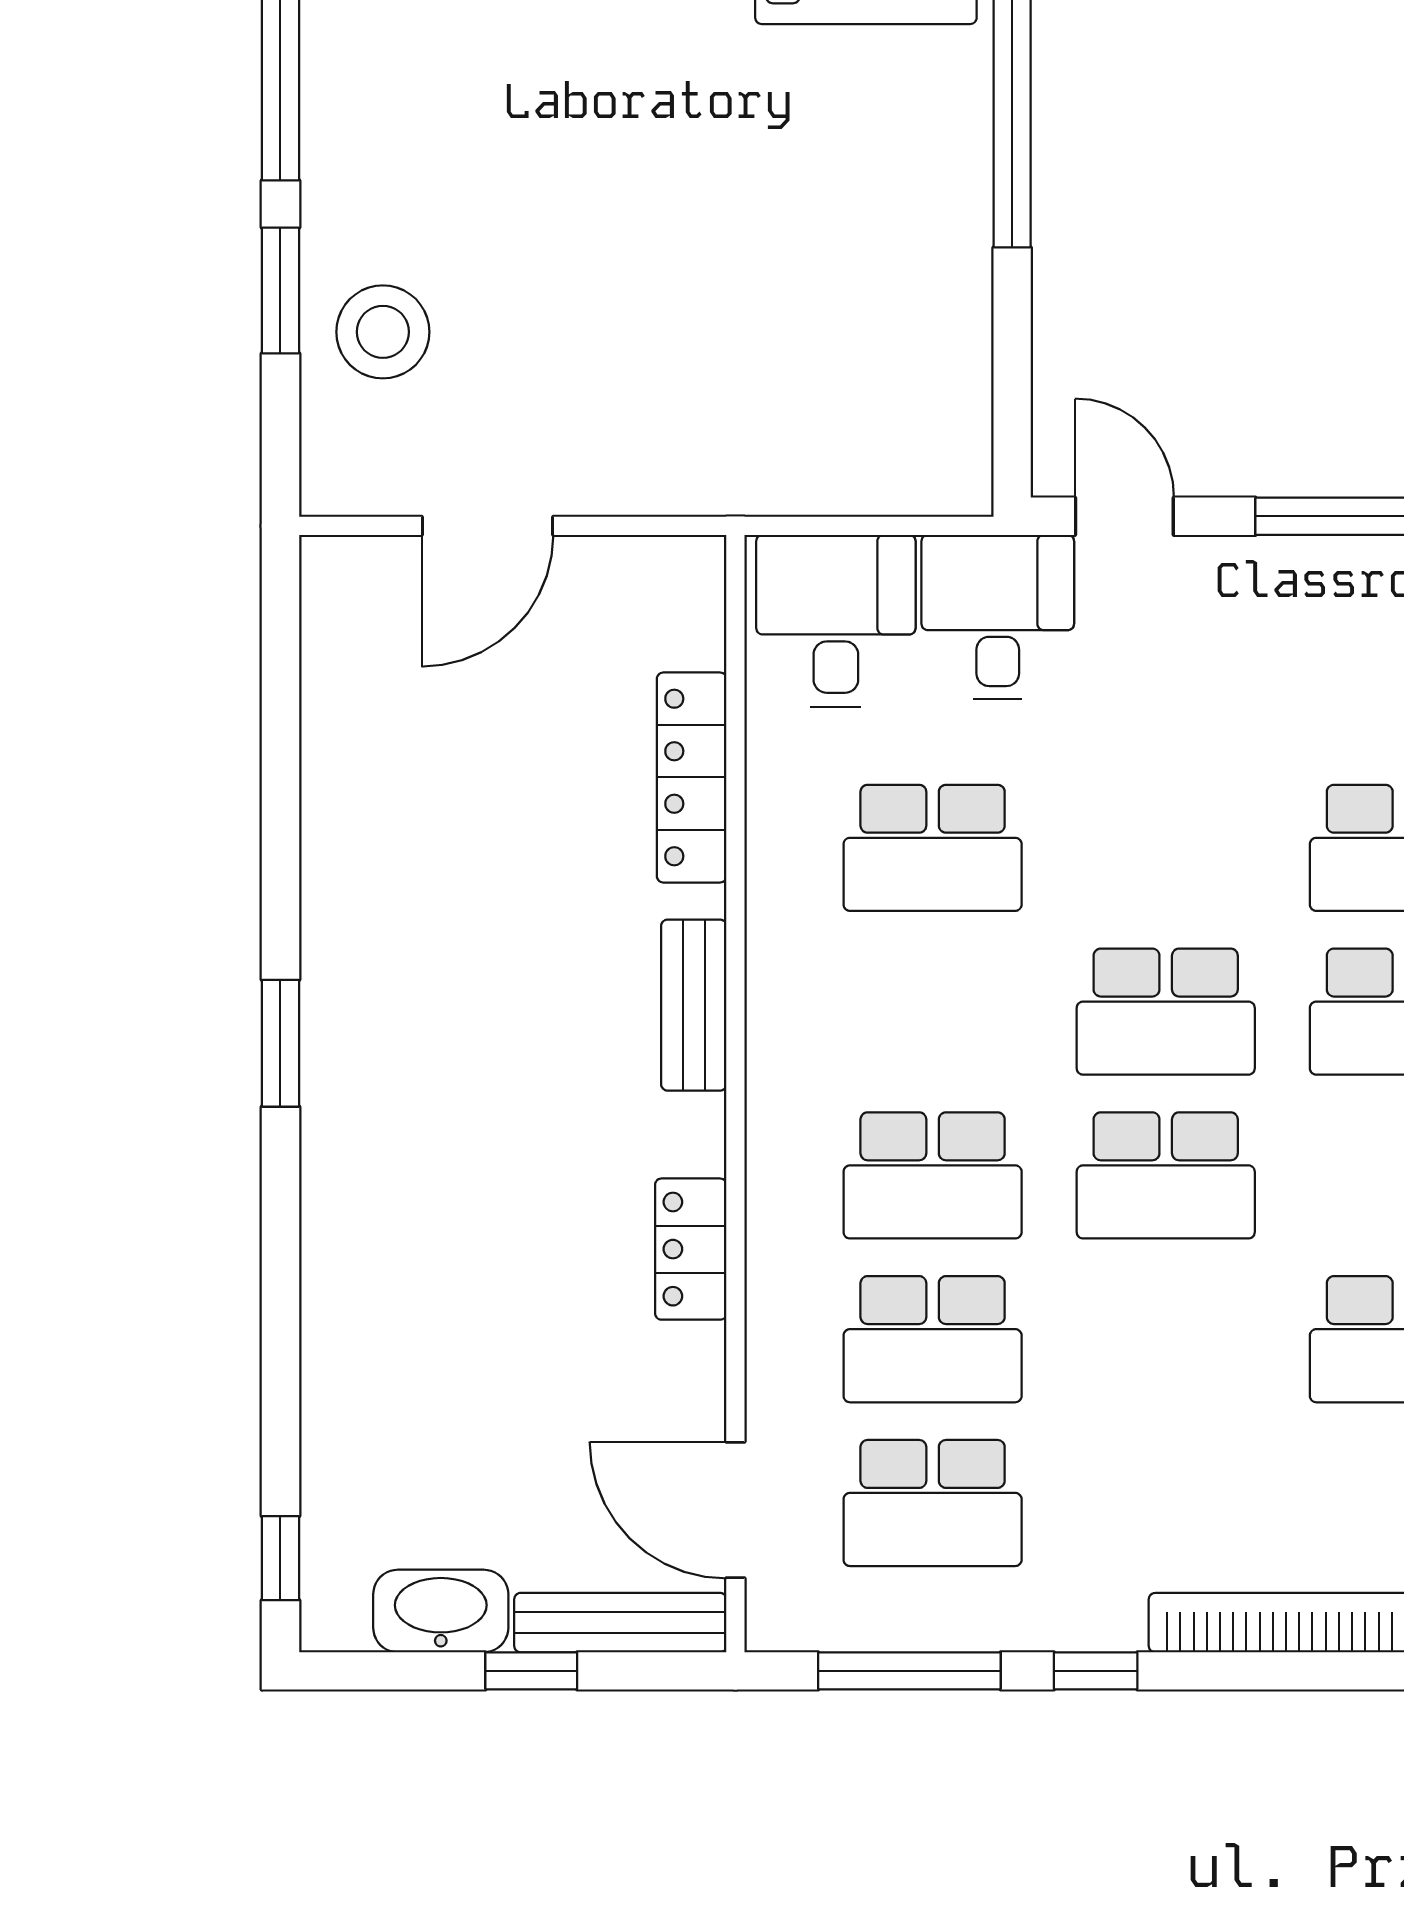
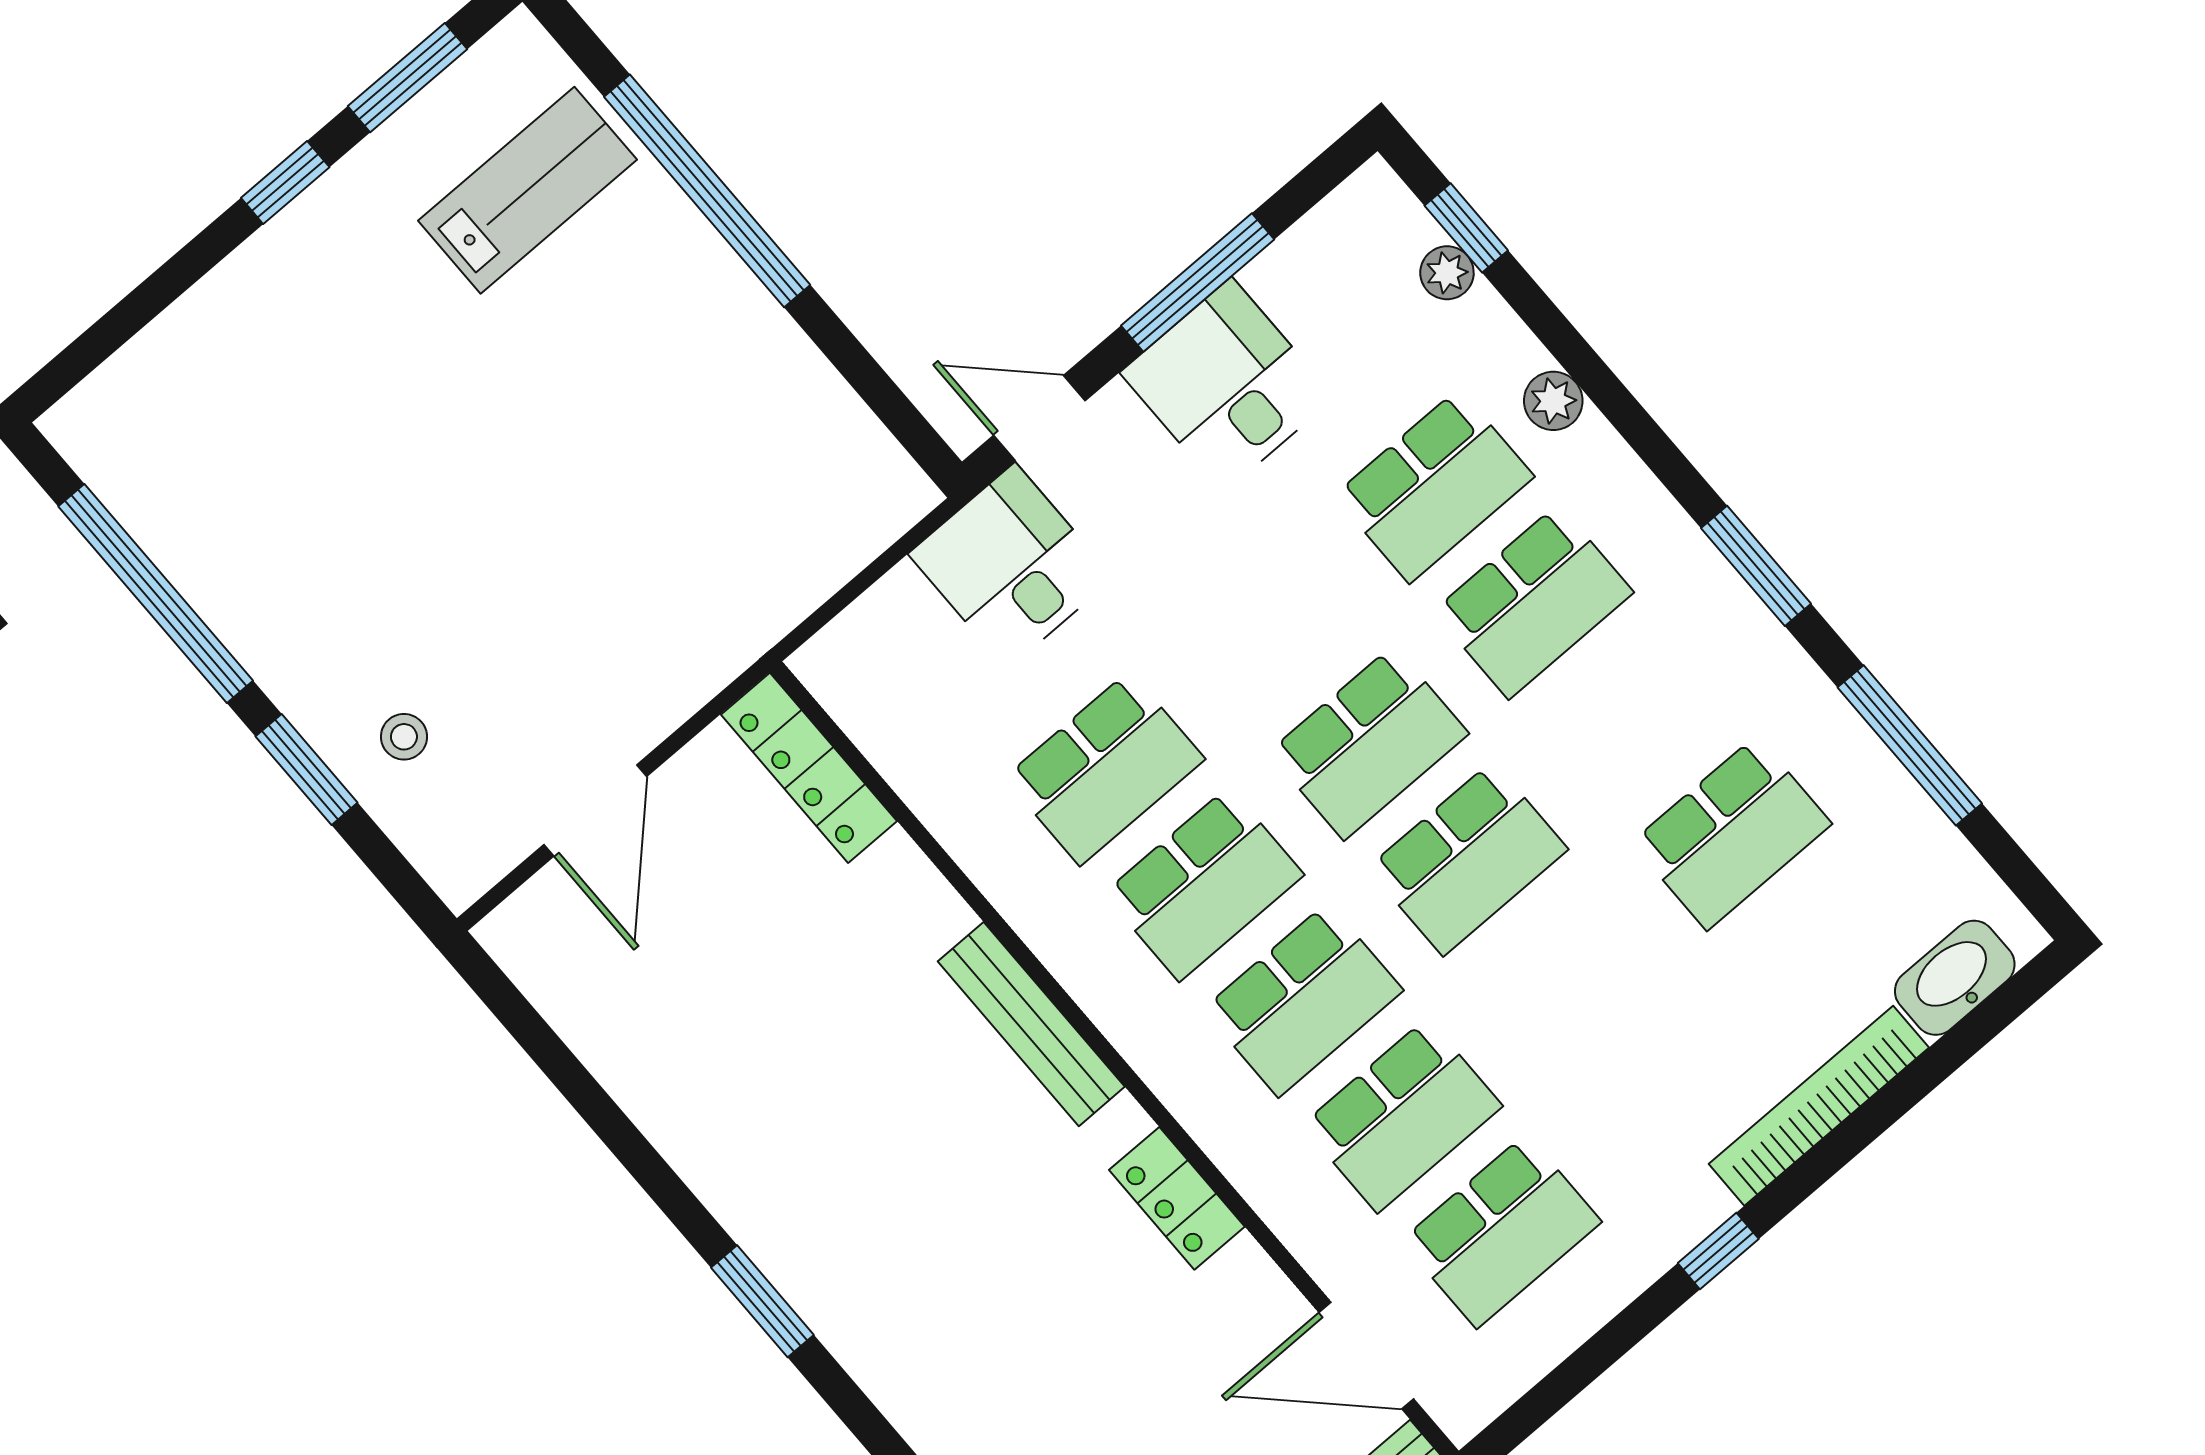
stool: (383, 332) -> (404, 737), width x0.53, depth x0.53
desk: (836, 621) -> (1227, 385), moved
locker: (692, 777) -> (809, 768), moved
bench: (694, 1005) -> (1031, 1024), width x1.36
school desk: (933, 1012) -> (1204, 884), added
window: (909, 1671) -> (1587, 1364), removed

